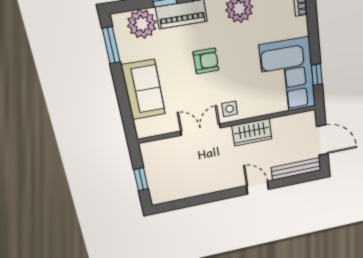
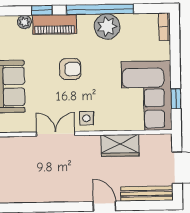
plant: (142, 24) -> (24, 22), width x0.53, depth x0.53
wardrobe: (252, 132) -> (120, 145), moved

